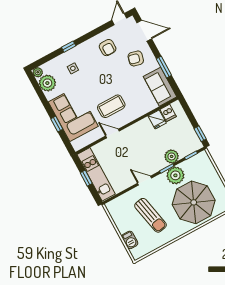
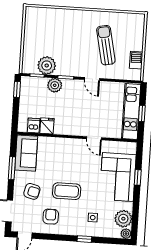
coffee table: (111, 106) -> (67, 191), moved
plant: (175, 175) -> (47, 65), moved
parasol: (194, 202) -> (61, 33), removed
barbecue: (130, 240) -> (136, 60), moved

